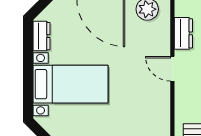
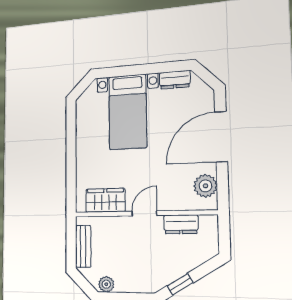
wardrobe: (159, 108) -> (105, 200), added

